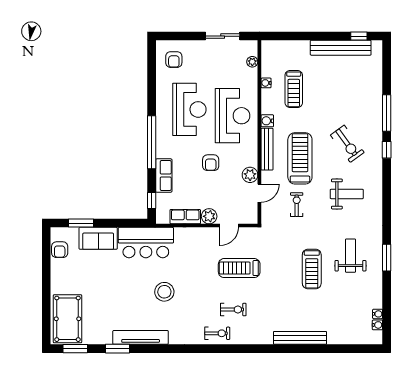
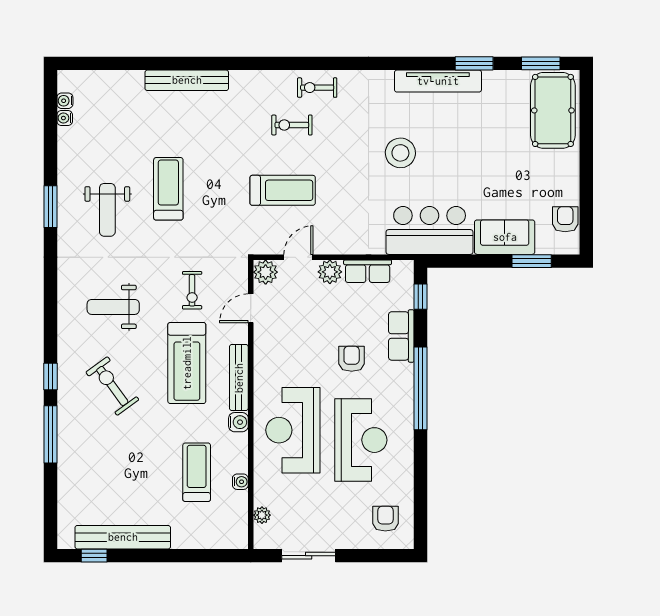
reception desk: (189, 109) -> (361, 440), turned 180
armchair: (211, 163) -> (352, 359), moved
plant: (250, 175) -> (266, 272), moved

